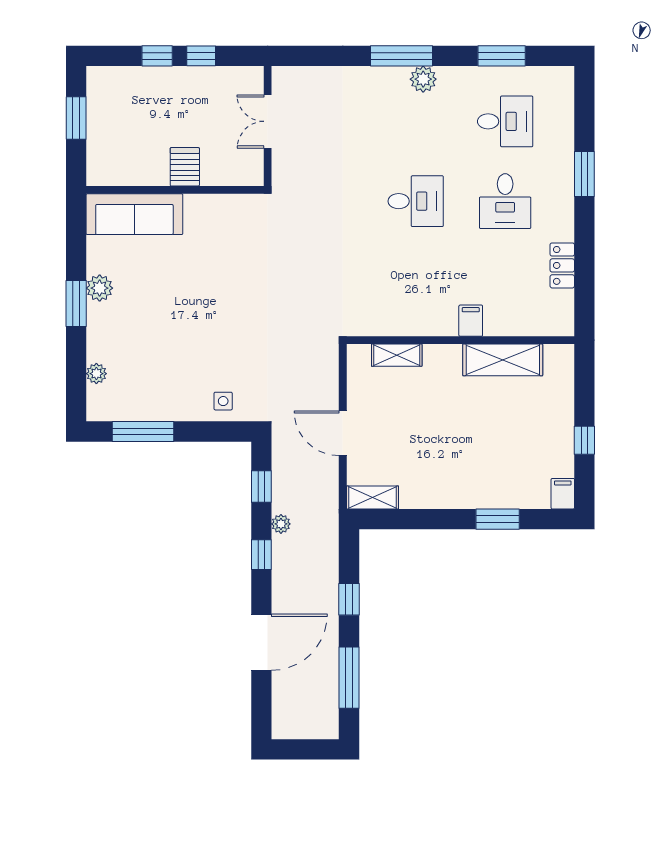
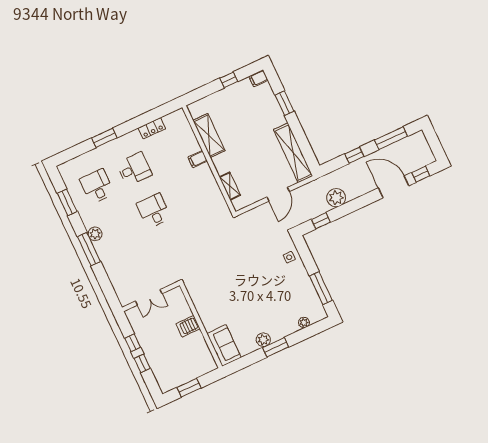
sofa: (134, 214) -> (224, 345), width x0.73
shelving: (372, 497) -> (293, 153), width x2.20, depth x1.33
plant: (281, 524) -> (336, 198), width x1.87, depth x1.87
window: (261, 555) -> (421, 174), moved

